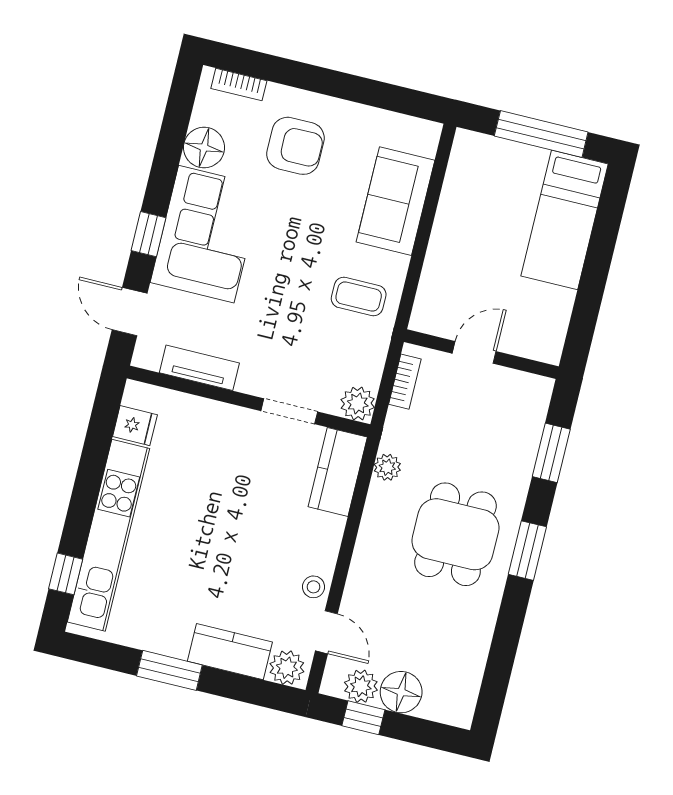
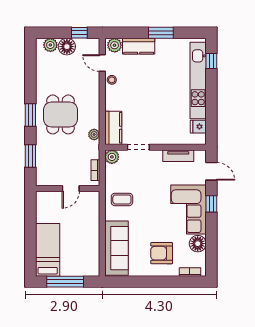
sofa: (396, 201) -> (117, 248), width x1.36
plant: (361, 686) -> (50, 45), moved

